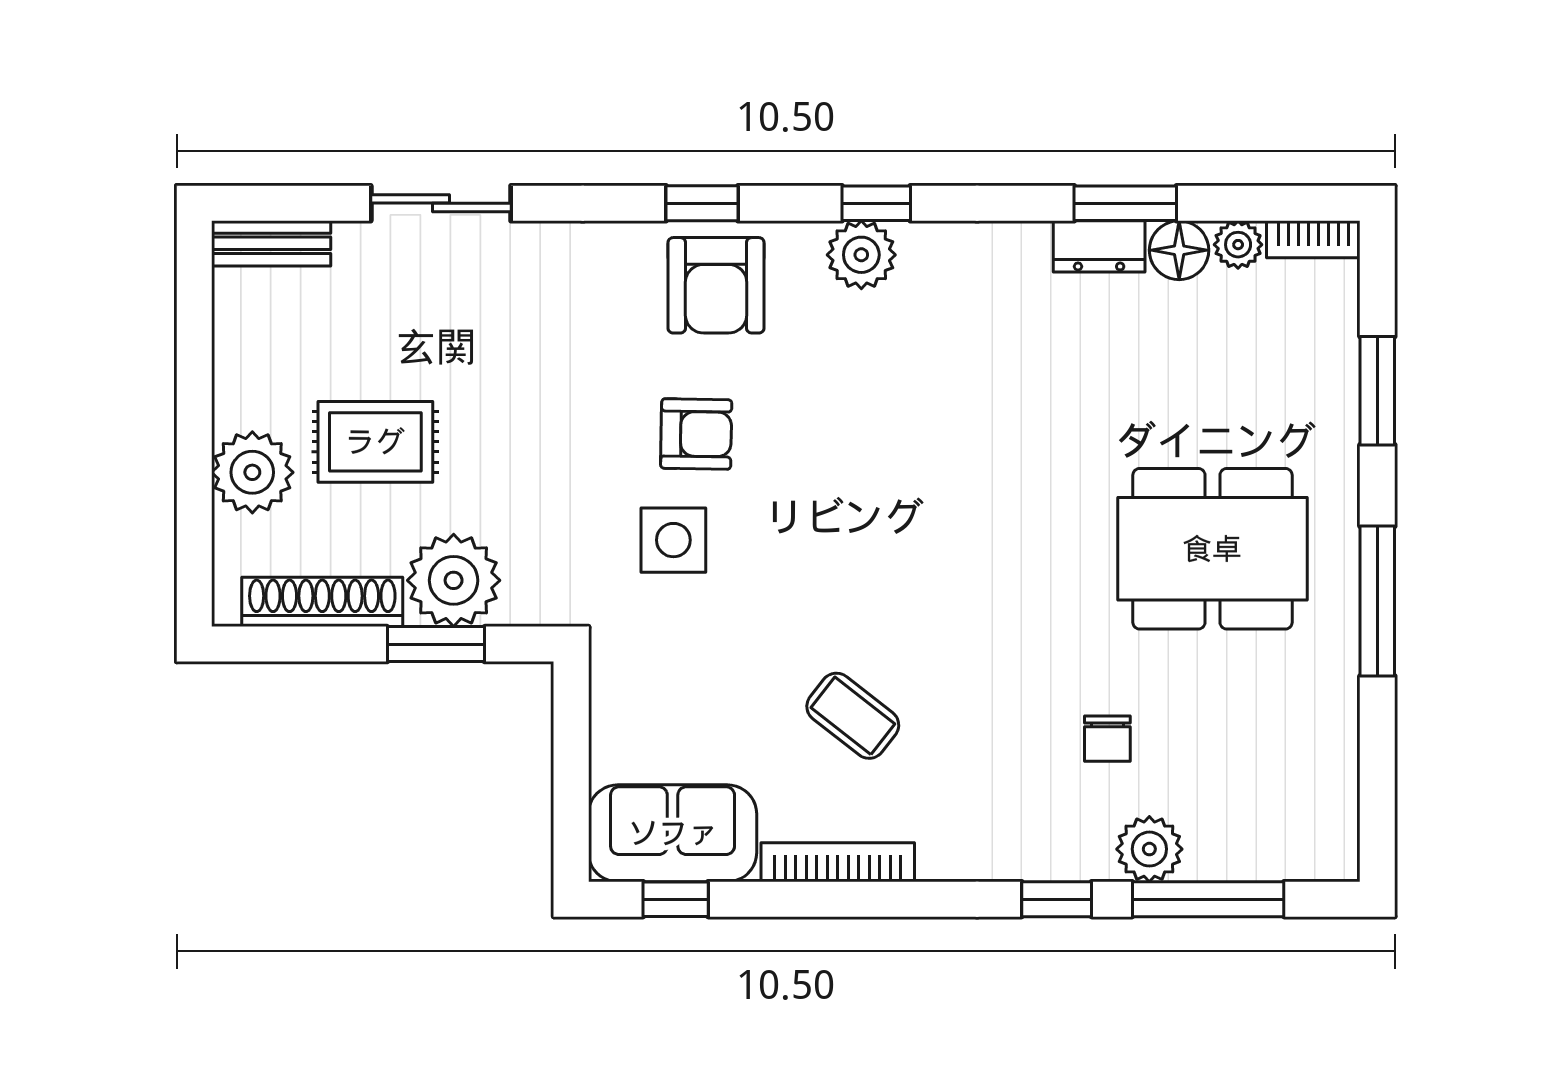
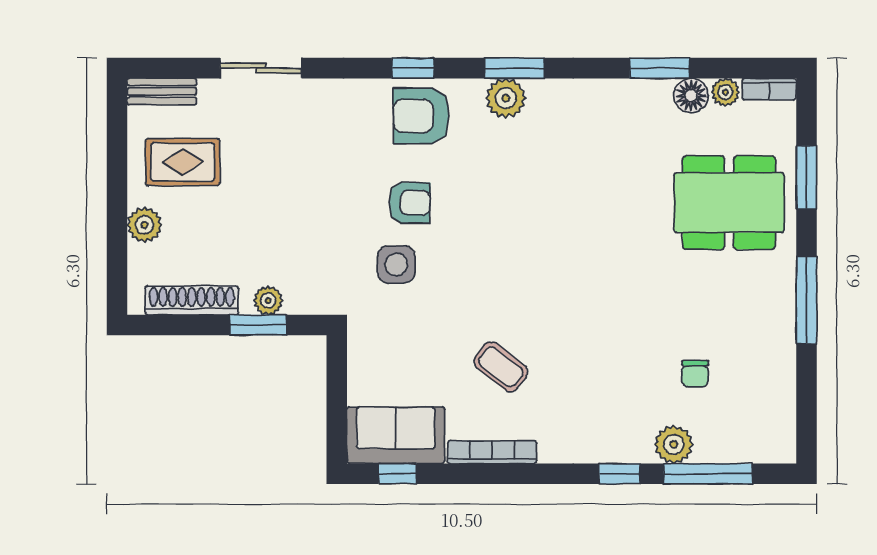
window: (876, 203) -> (514, 68), width x1.50
dresser: (1099, 246) -> (644, 93), removed
armchair: (716, 285) -> (421, 116), turned 90
rug: (375, 442) -> (183, 162), moved
plant: (252, 472) -> (145, 225), width x0.73, depth x0.73
dining table: (1212, 549) -> (729, 203), moved
plant: (454, 580) -> (268, 300), width x0.53, depth x0.53
chair: (1107, 739) -> (695, 374), moved

